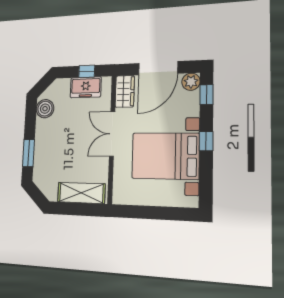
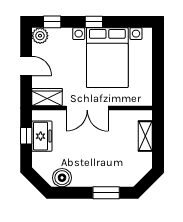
door: (158, 68) -> (26, 66), width x0.53
shelving: (81, 193) -> (145, 136), width x0.67, depth x0.75

